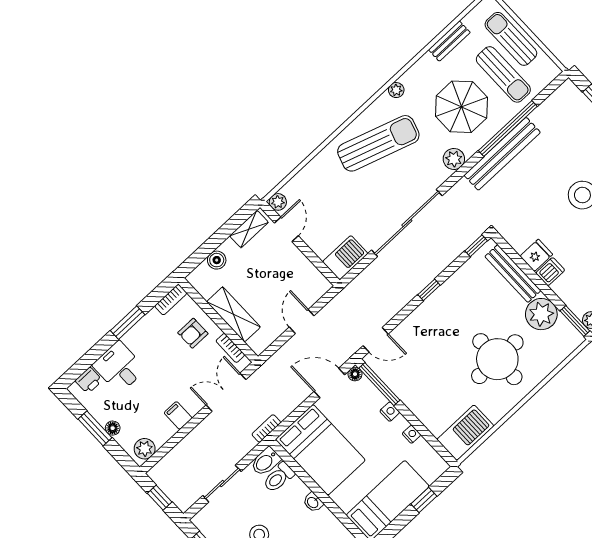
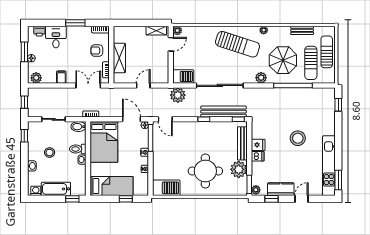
bench: (502, 154) -> (224, 112), moved
boiler: (217, 260) -> (133, 31), removed
plant: (362, 290) -> (178, 95), added
toilet: (279, 477) -> (78, 149), moved

